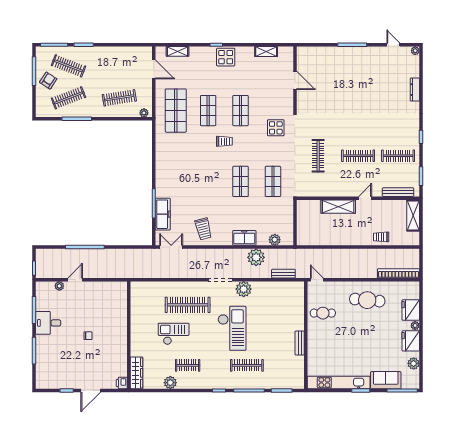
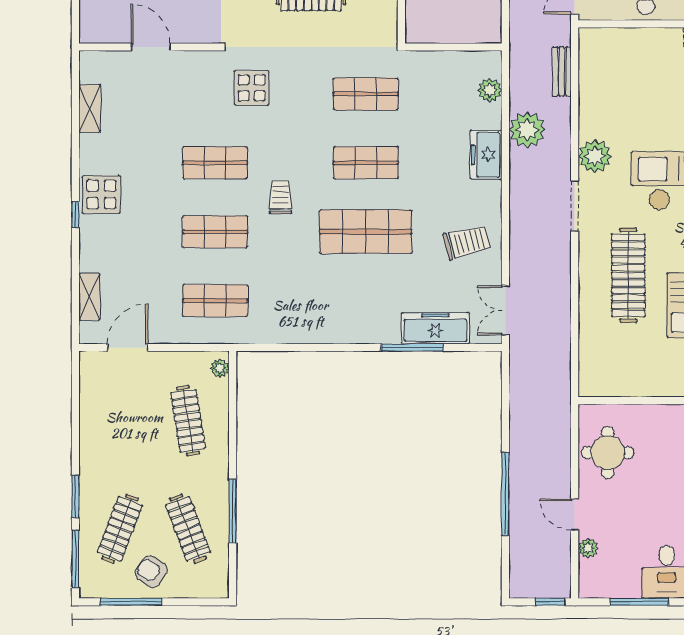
door: (295, 80) -> (151, 47), hinge flipped
shop shelf: (176, 111) -> (215, 301), width x0.70, depth x0.74
shop shelf: (208, 181) -> (366, 232), added
round table: (104, 295) -> (608, 453), added

